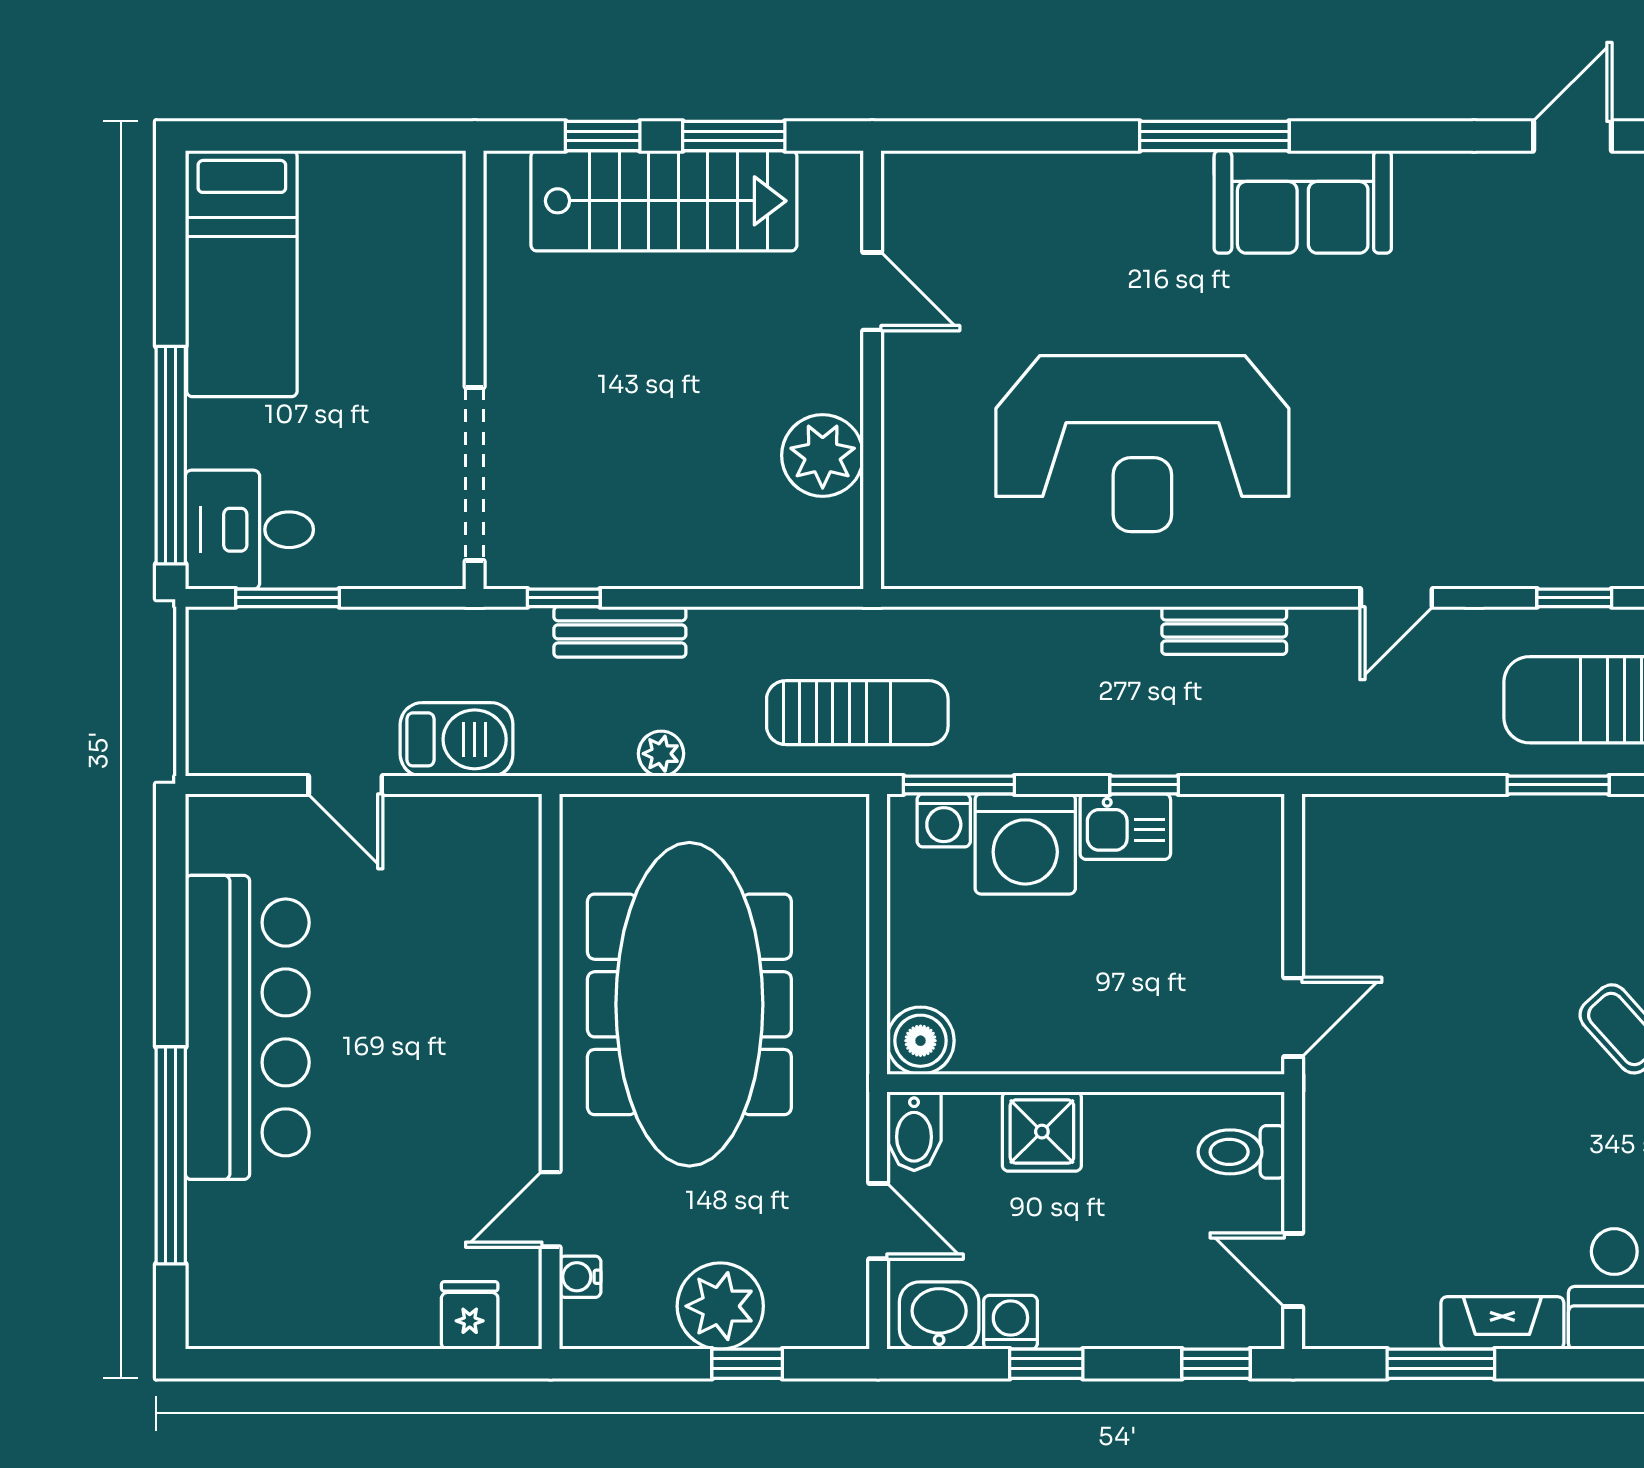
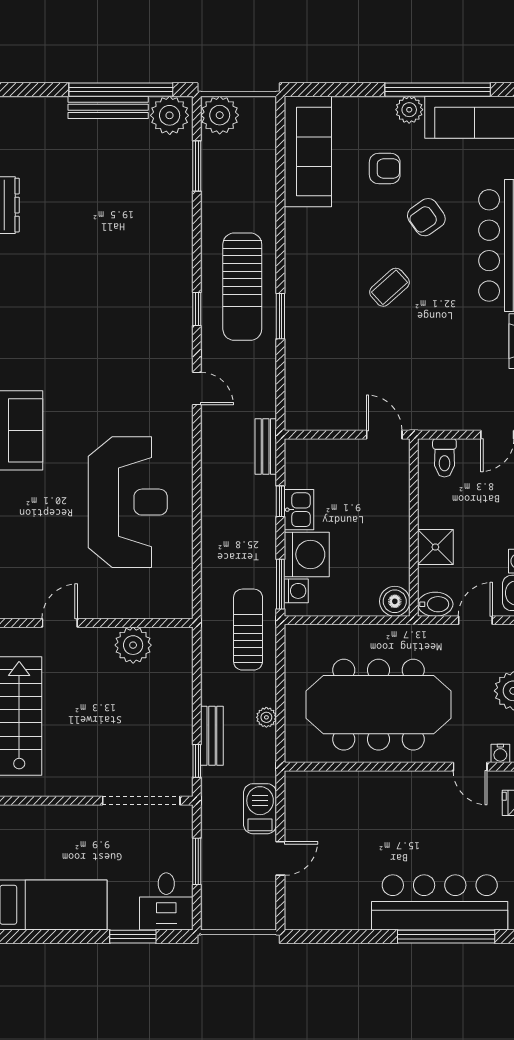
window: (171, 455) -> (133, 937), width x0.47
window: (287, 598) -> (197, 861), moved
bench: (1224, 631) -> (266, 446), moved
bar counter: (247, 1027) -> (440, 902), moved

